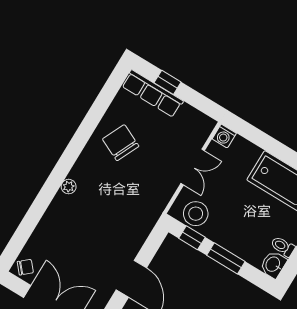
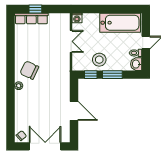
chair: (121, 143) -> (29, 70), moved
stool: (196, 214) -> (99, 60), moved

